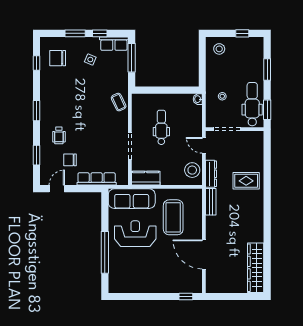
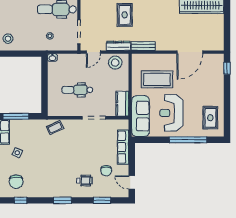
rug: (130, 278) -> (210, 118), added

